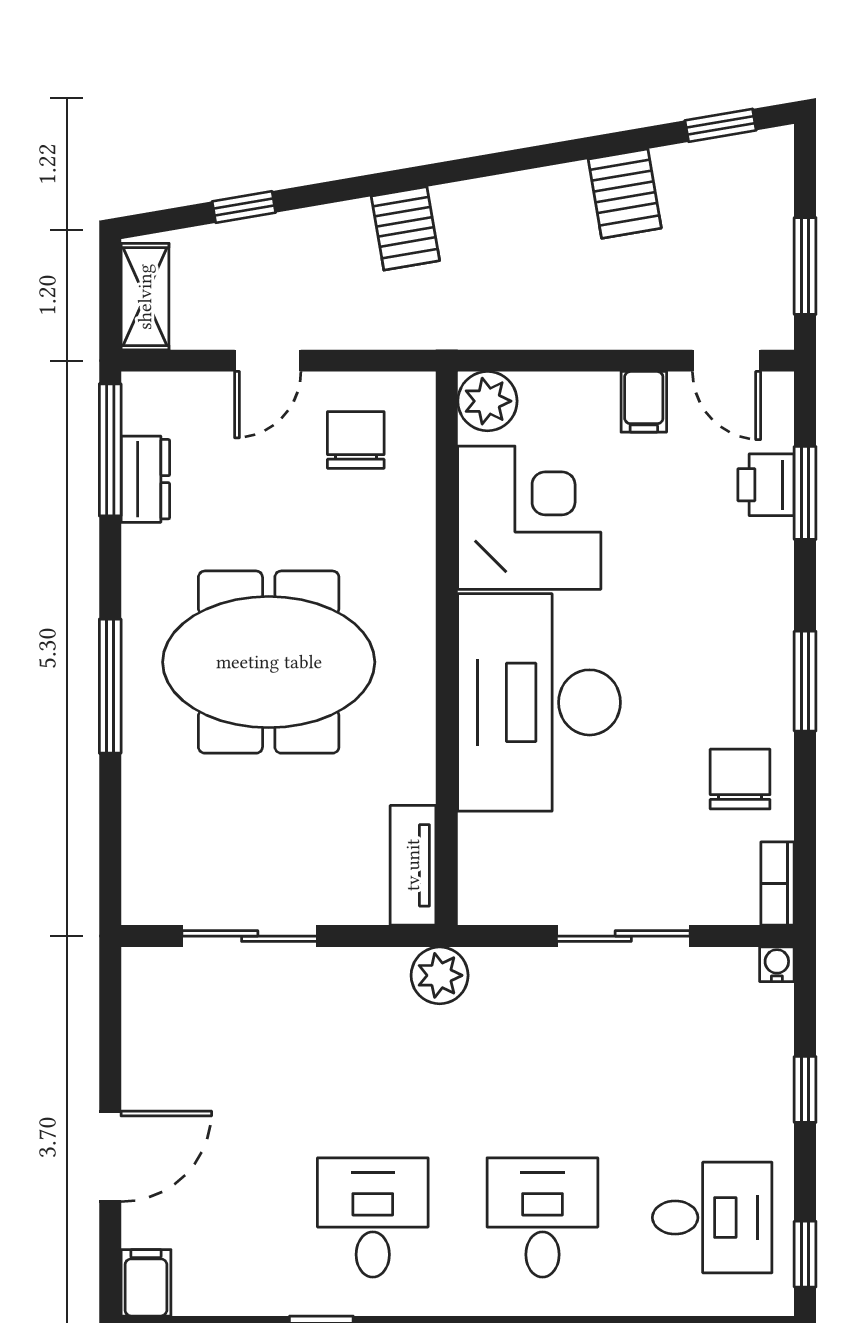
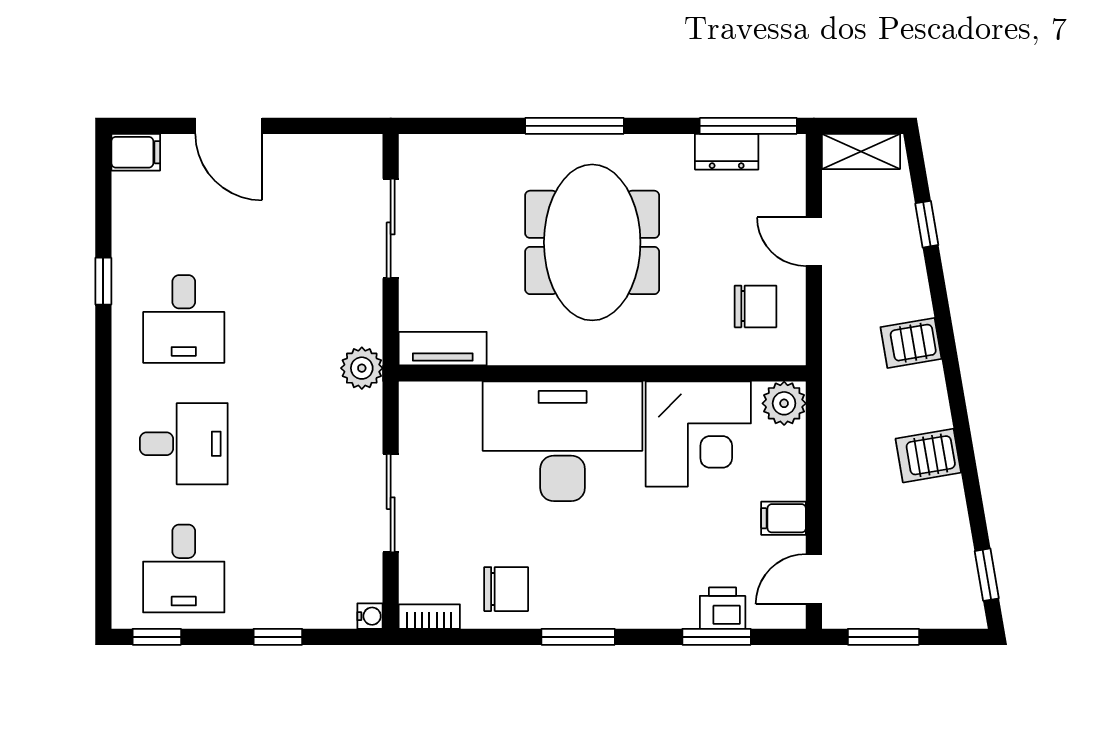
server rack: (625, 194) -> (928, 456), moved
desk: (373, 1218) -> (184, 319), turned 90

